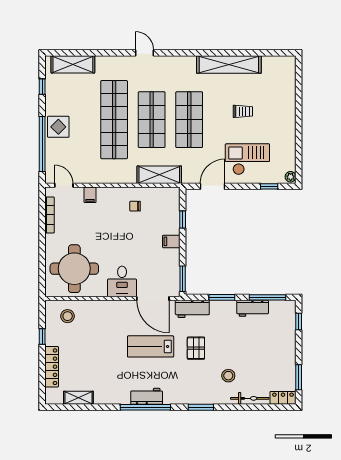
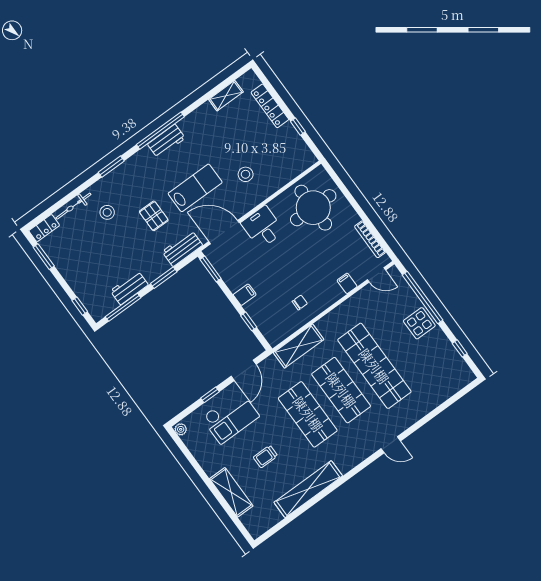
shelving: (73, 64) -> (231, 492), moved, turned 90
window: (269, 186) -> (210, 395), moved
stool: (68, 316) -> (246, 174), moved

